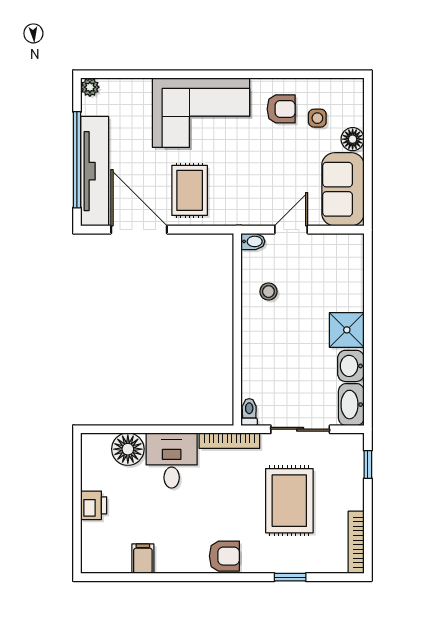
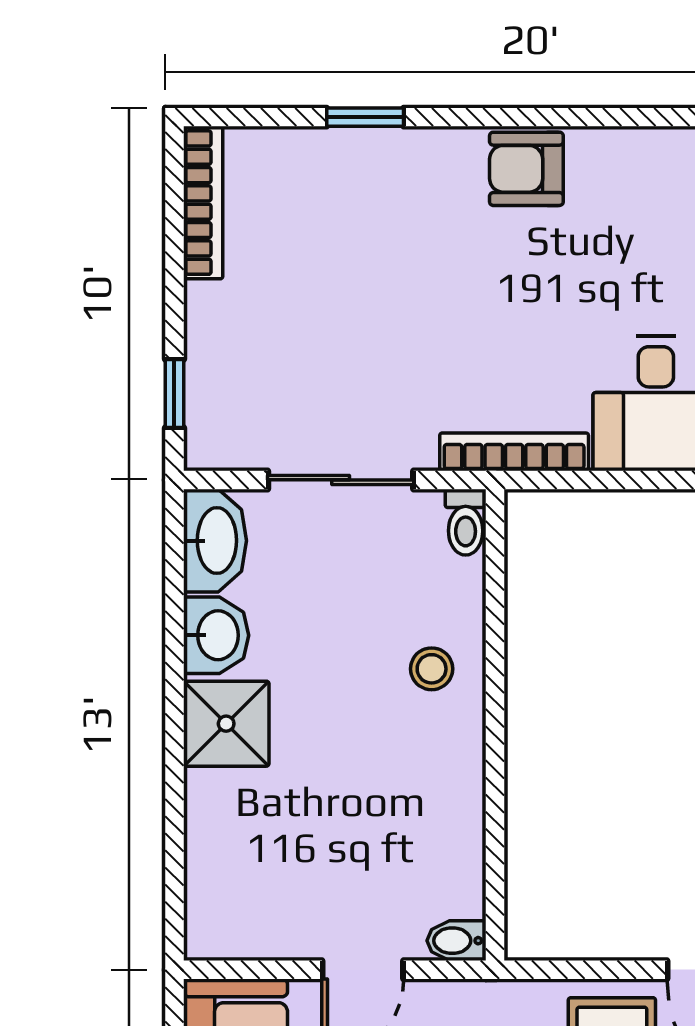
stool: (268, 292) -> (432, 669), moved
rug: (289, 501) -> (367, 305), removed

